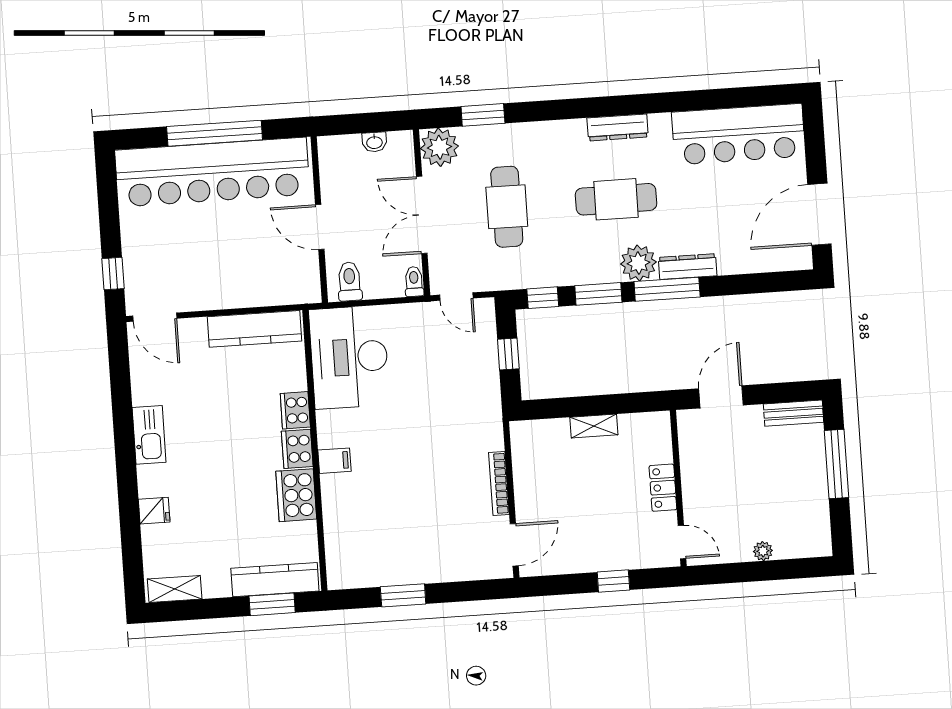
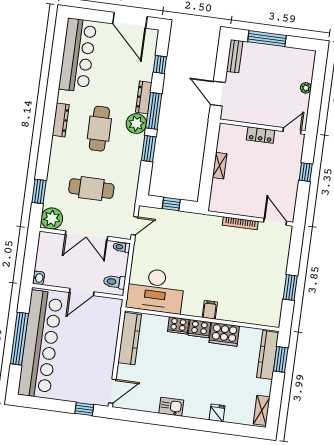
washbasin: (374, 142) -> (38, 278), moved
window: (543, 298) -> (160, 64), moved
kitchen sink: (149, 435) -> (171, 407), width x0.73

